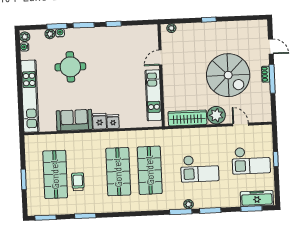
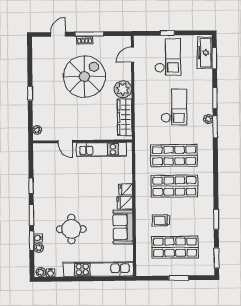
door: (241, 124) -> (132, 55), moved
trolley: (78, 182) -> (161, 220), moved

